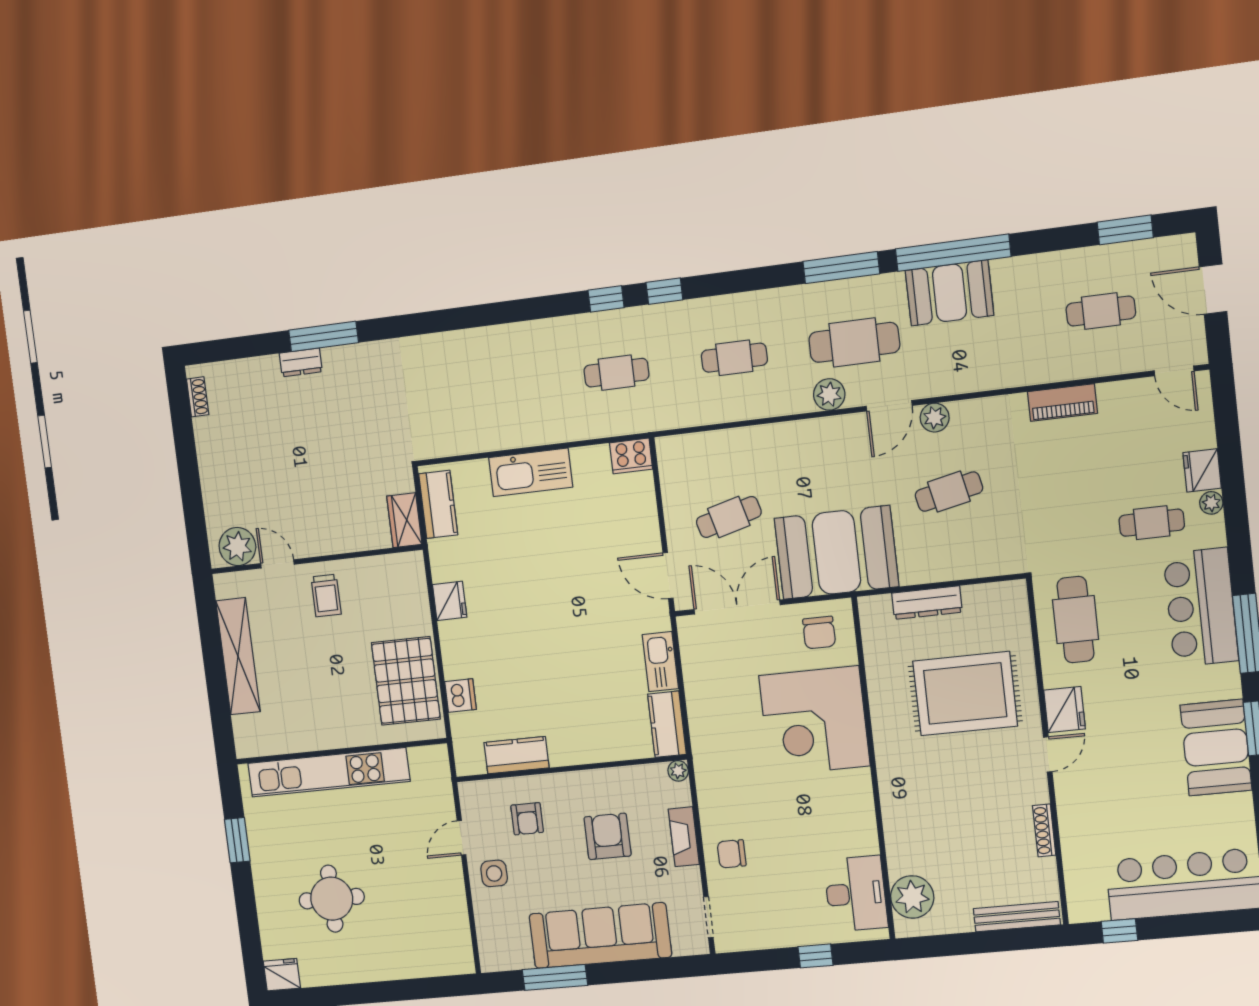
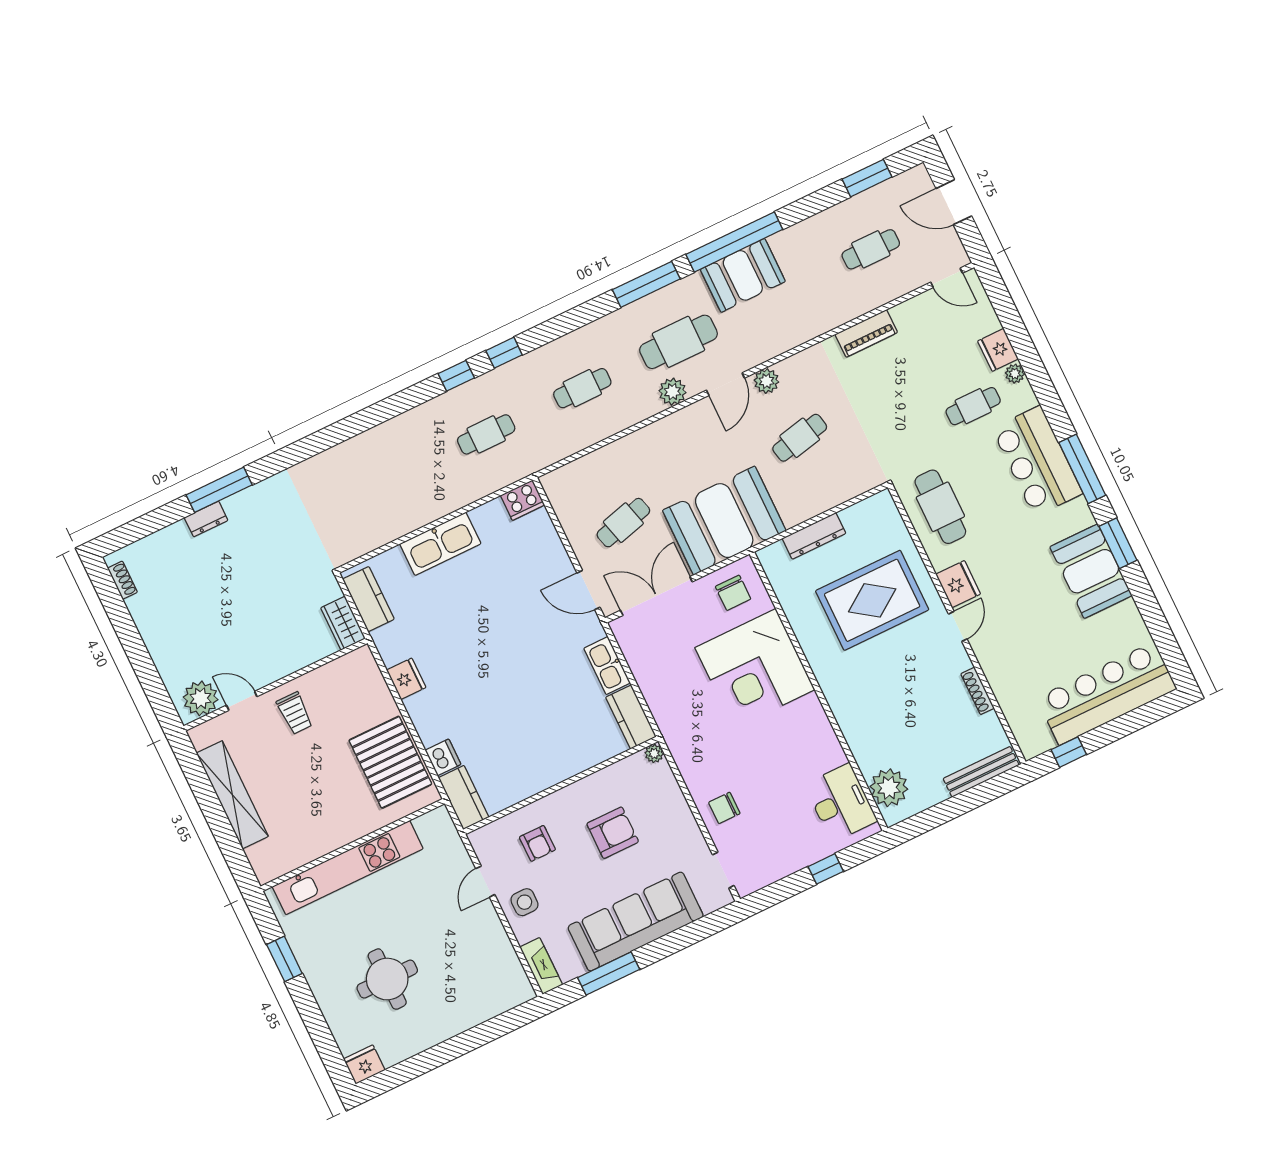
kitchen counter: (516, 755) -> (464, 797), moved, turned 90
armchair: (608, 836) -> (613, 833), turned 90
fireplace: (684, 837) -> (541, 966), moved, turned 180

